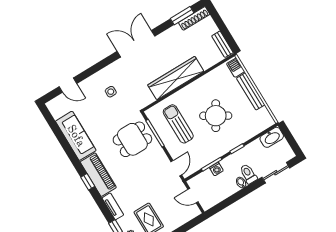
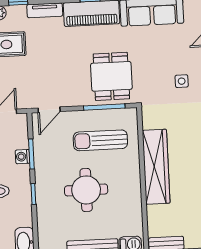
round table: (216, 116) -> (86, 190), turned -31
sun lounger: (178, 124) -> (100, 140), turned 180
door: (176, 168) -> (49, 110), hinge flipped

